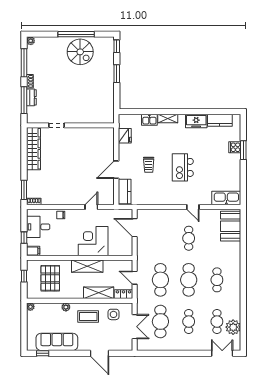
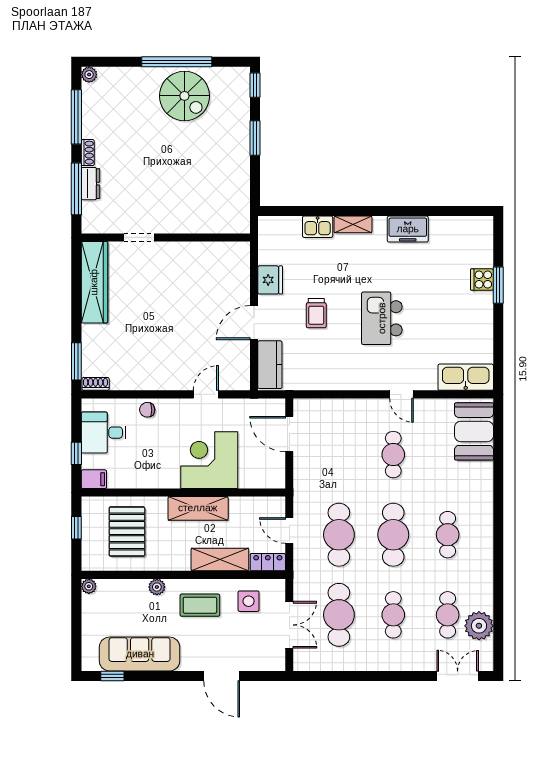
kitchen counter: (220, 120) -> (453, 228), removed
fridge: (125, 136) -> (270, 280), moved

